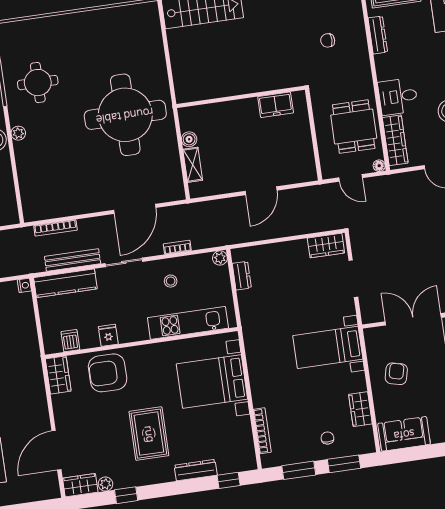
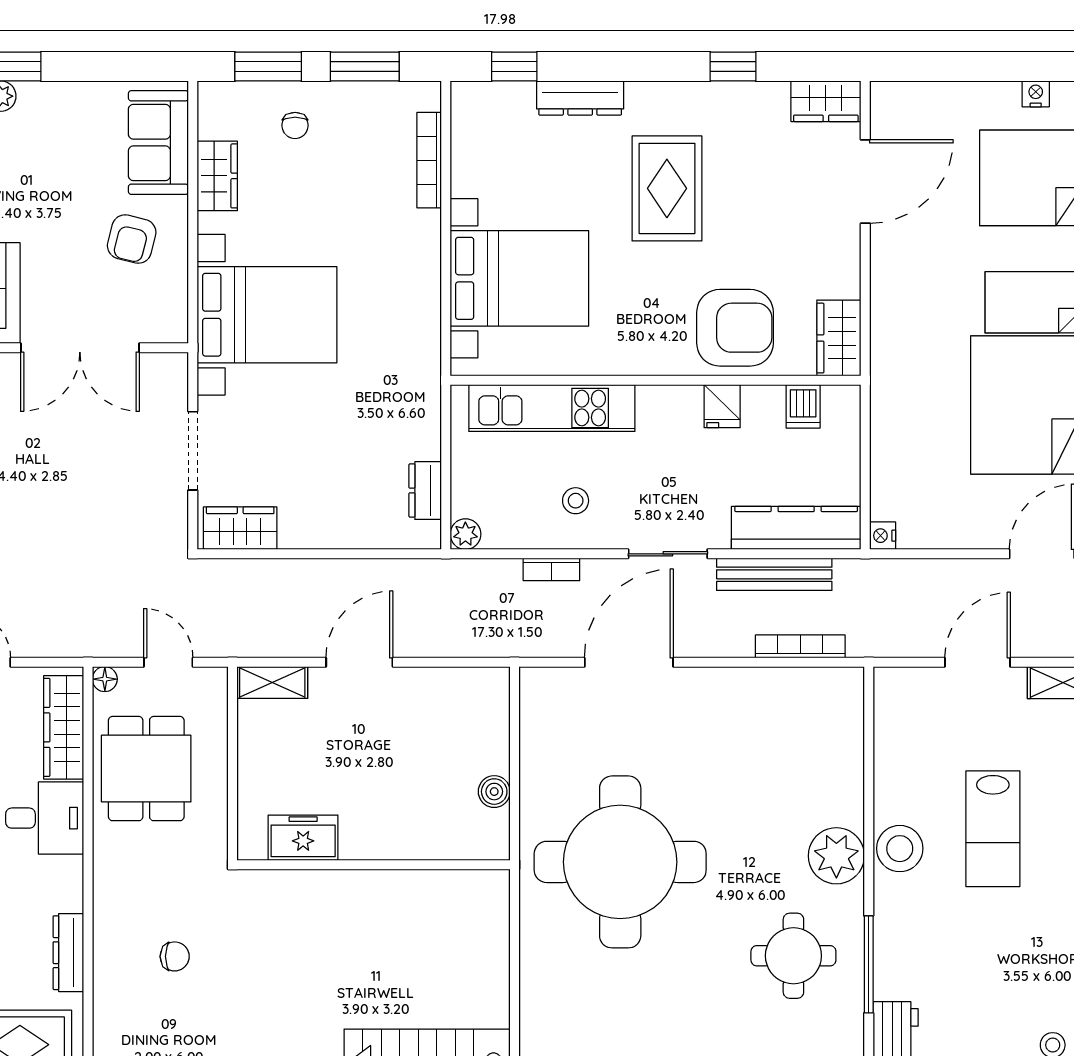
plant: (18, 133) -> (836, 856), width x1.87, depth x1.87
shelving: (193, 165) -> (272, 683), moved, turned 90
bed with nightstands: (328, 347) -> (267, 315), width x1.36
sofa: (404, 434) -> (158, 143), moved, turned 90
plant: (105, 484) -> (773, 96), removed

